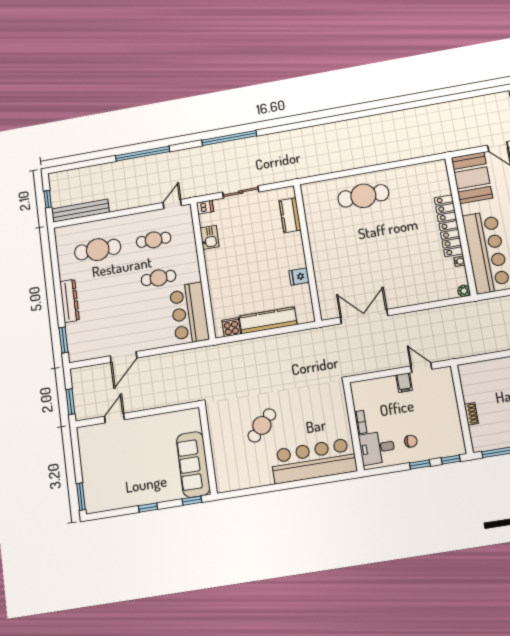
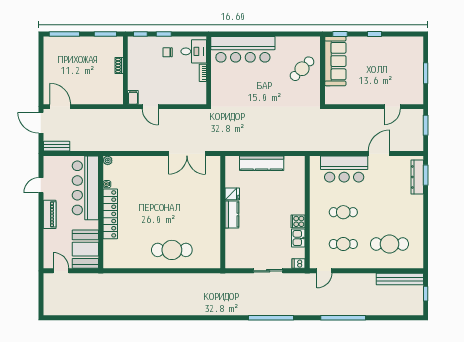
kitchen counter: (290, 215) -> (232, 214), moved
dresser: (70, 301) -> (417, 177), moved
bar counter: (189, 313) -> (344, 169), moved, turned 90
cooker: (231, 327) -> (298, 221), moved, turned 90
filing cabinet: (404, 383) -> (133, 97), moved
cafe table: (262, 425) -> (302, 69), moved
window: (81, 497) -> (426, 73), moved

